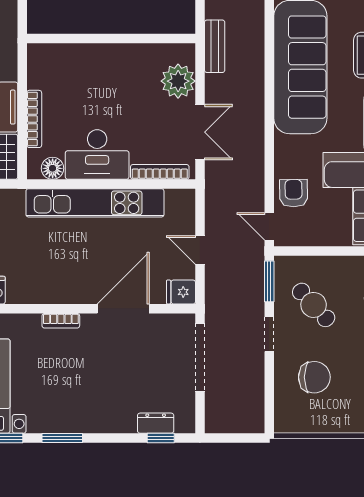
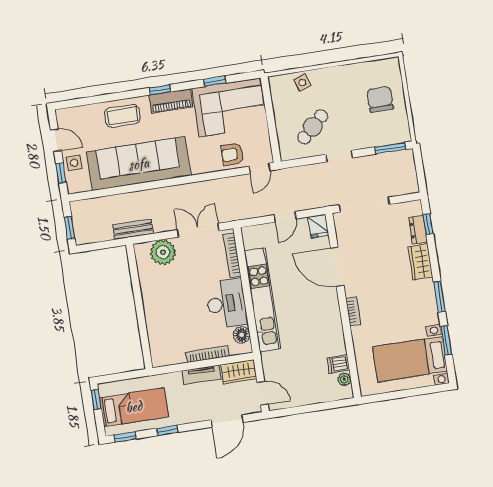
window: (269, 281) -> (390, 148), moved
chair: (314, 377) -> (380, 99), moved
wardrobe: (113, 420) -> (420, 262), added

